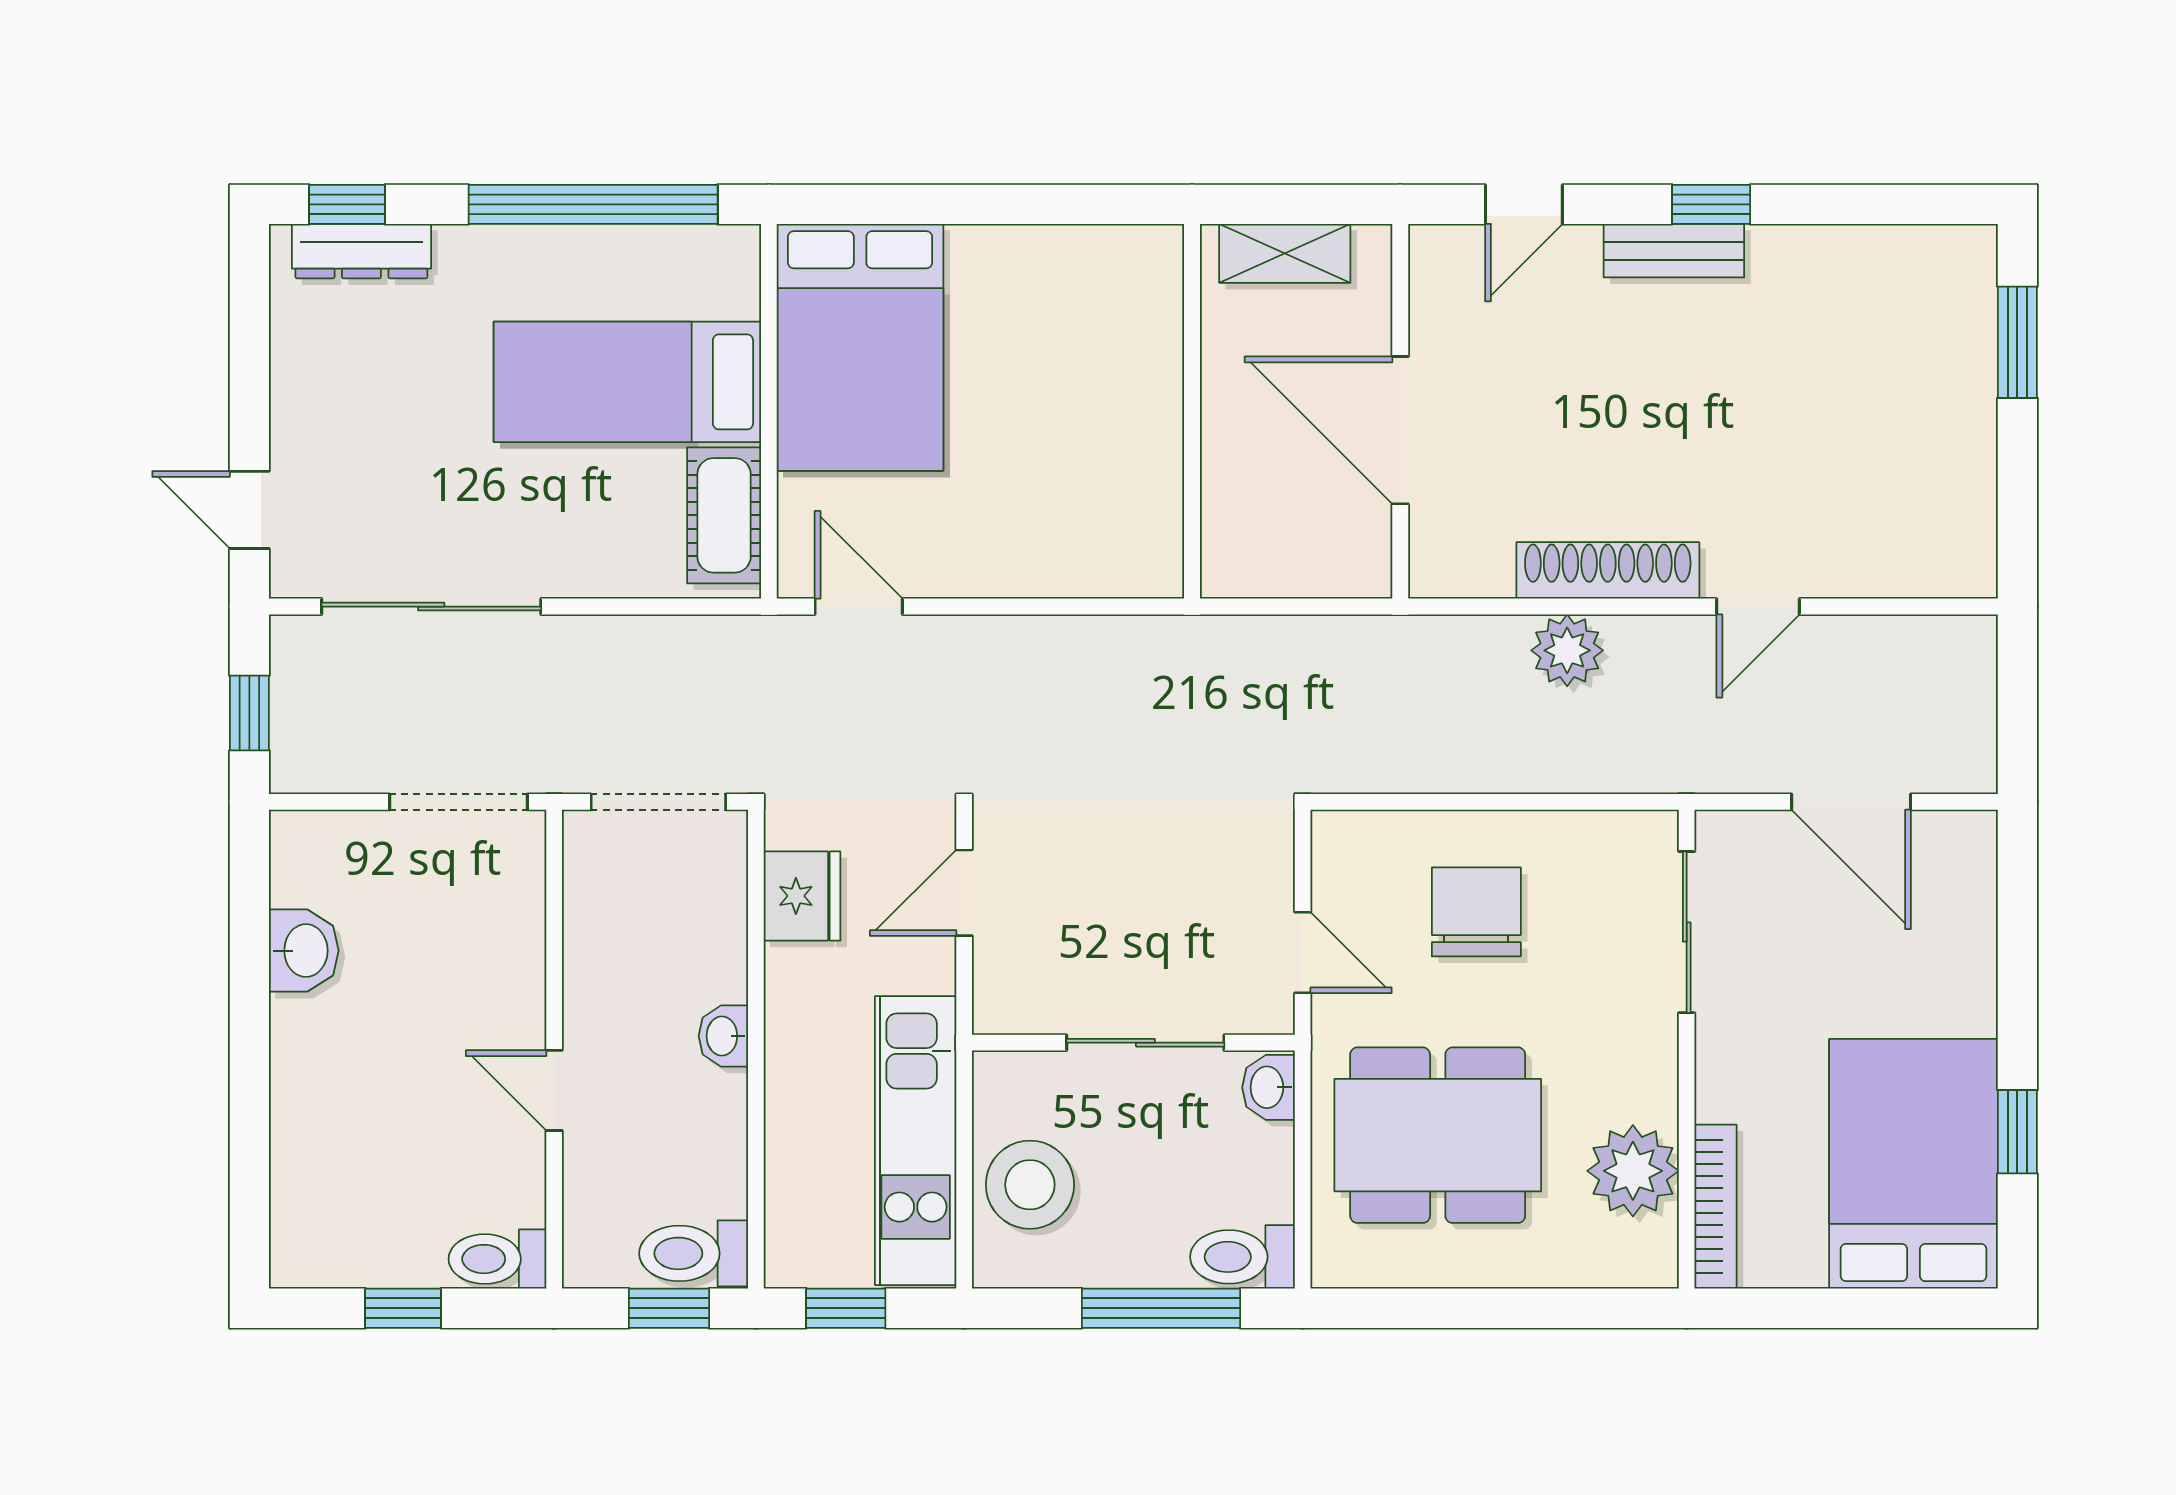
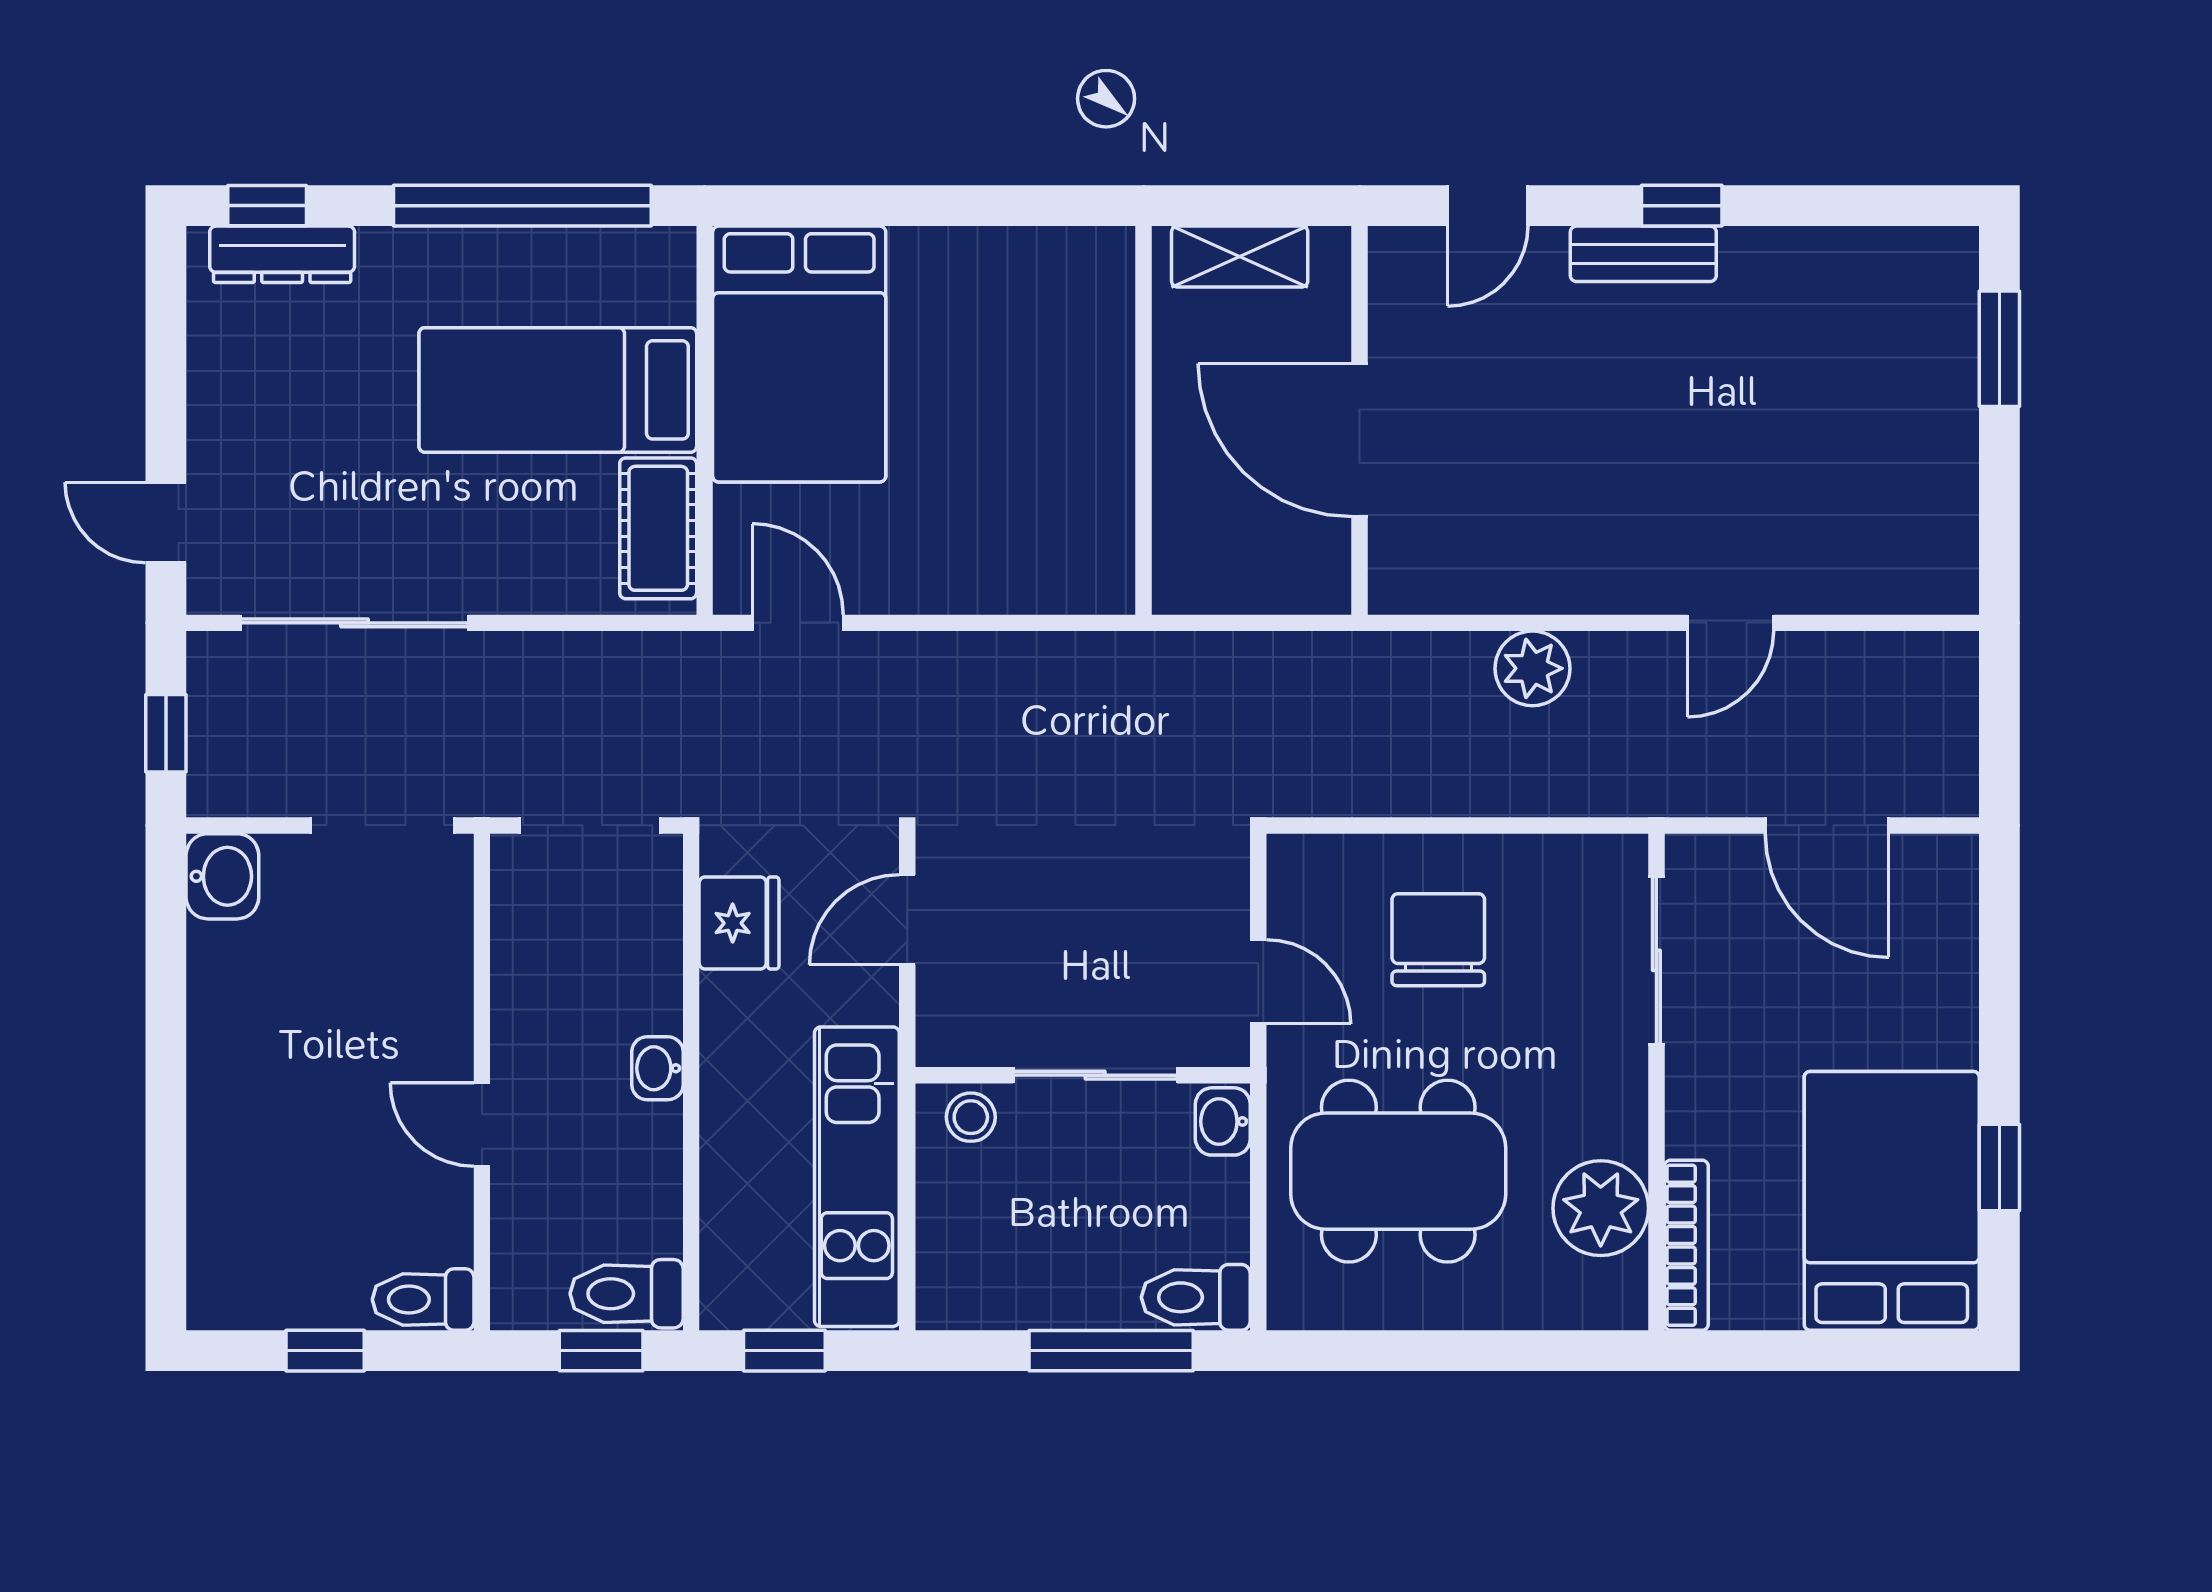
shoe rack: (1608, 570) -> (1575, 585), removed
washbasin: (304, 951) -> (222, 876), moved
stool: (1030, 1185) -> (971, 1117), moved, width x0.53, depth x0.53

